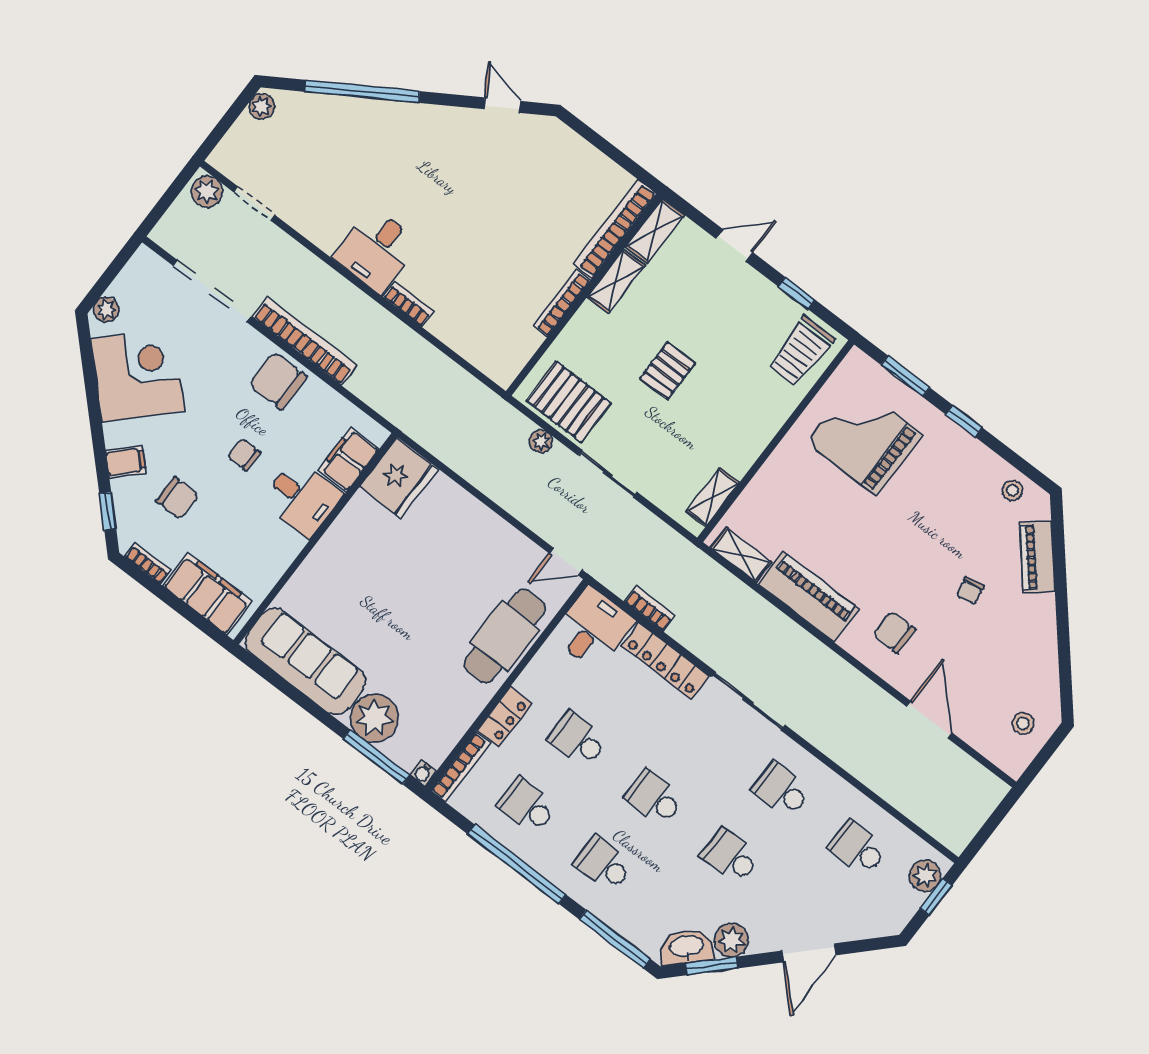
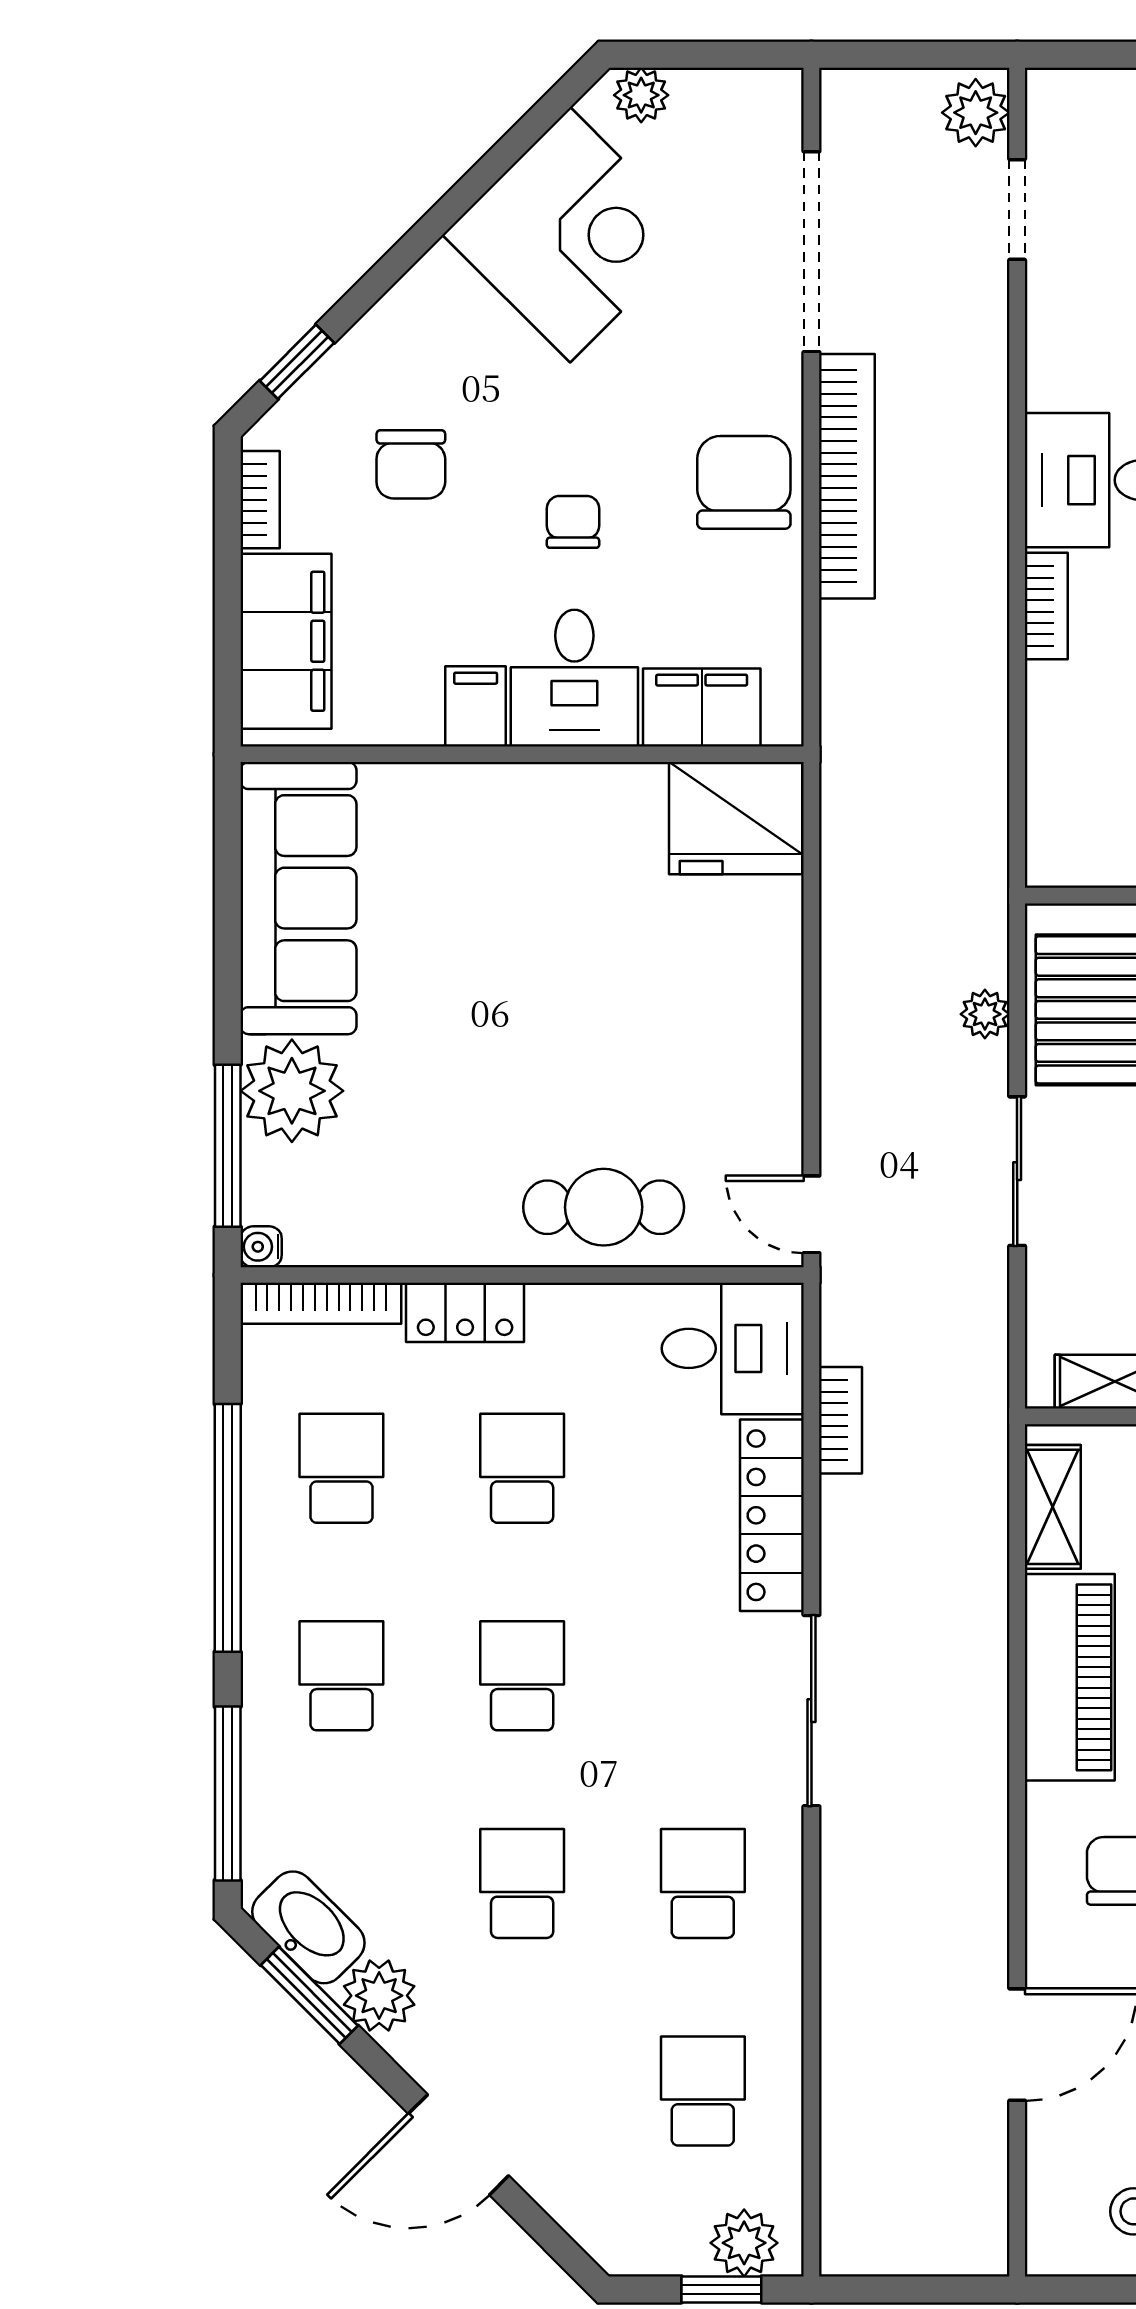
filing cabinet: (126, 462) -> (476, 706), moved, turned -135
cafe table: (505, 636) -> (604, 1207), width x0.73, depth x0.74

